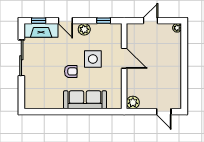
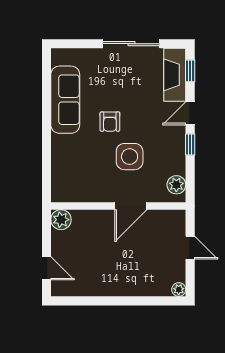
window: (104, 21) -> (190, 144), moved
plant: (84, 29) -> (176, 185), moved
sofa: (85, 100) -> (65, 100), moved
door: (164, 112) -> (46, 268), swing flipped

